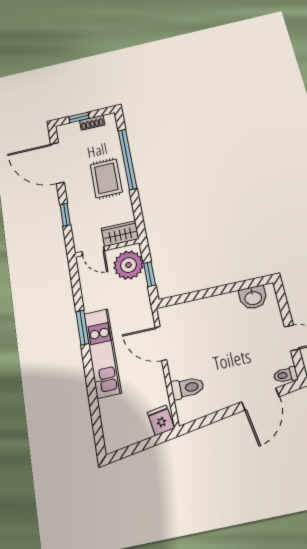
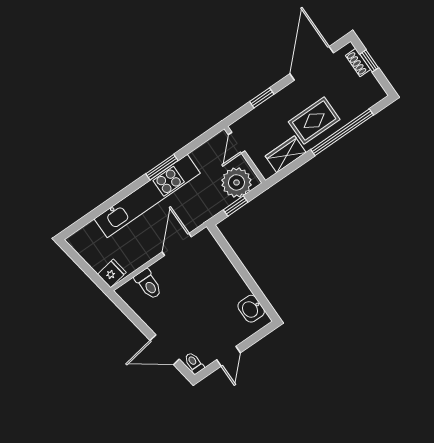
shoe rack: (92, 123) -> (358, 63), moved
wardrobe: (120, 234) -> (286, 154), moved, turned -90
kitchen unit: (102, 353) -> (147, 196), width x1.36

